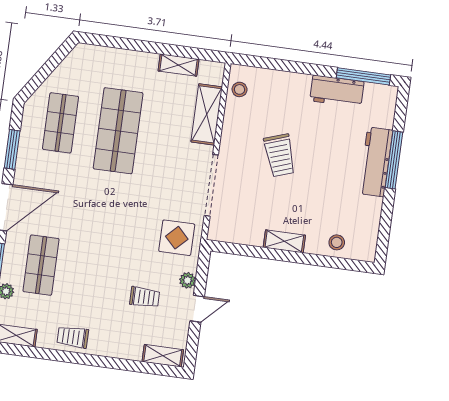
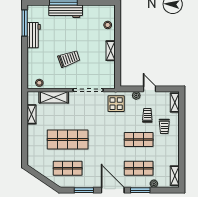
shop shelf: (99, 273) -> (139, 139), added
trolley: (73, 337) -> (164, 126), moved

